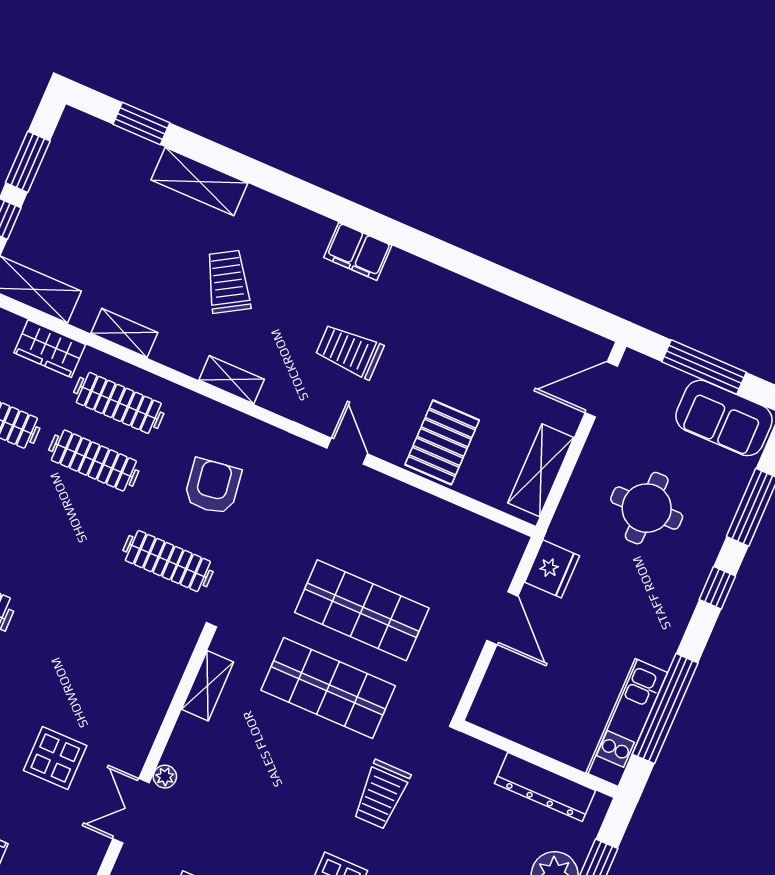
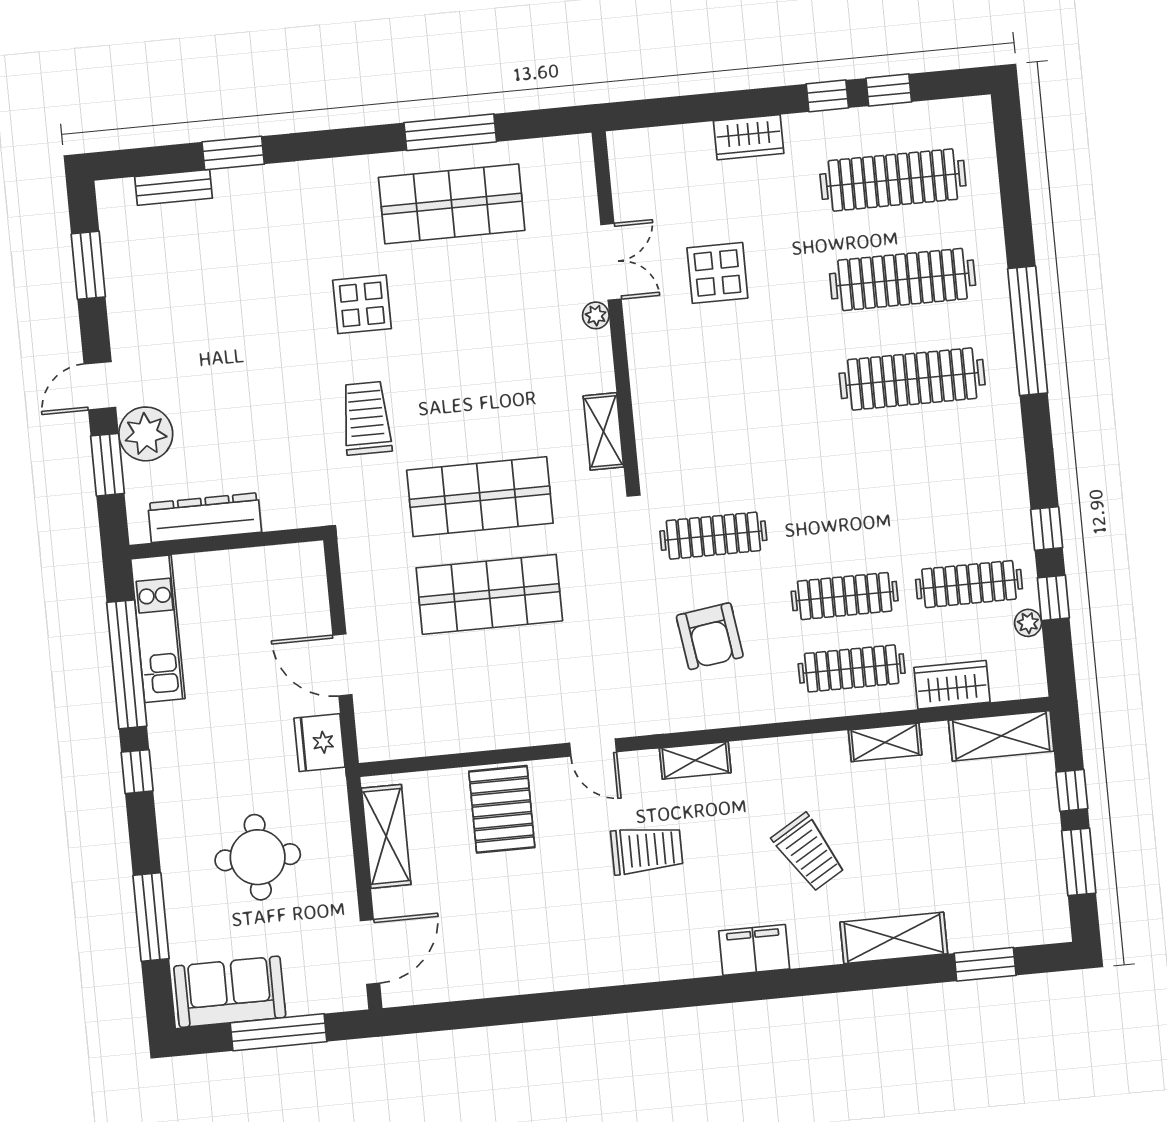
filing cabinet: (358, 251) -> (754, 950), moved
shelving: (232, 380) -> (695, 760), moved
window: (717, 588) -> (137, 772), moved

